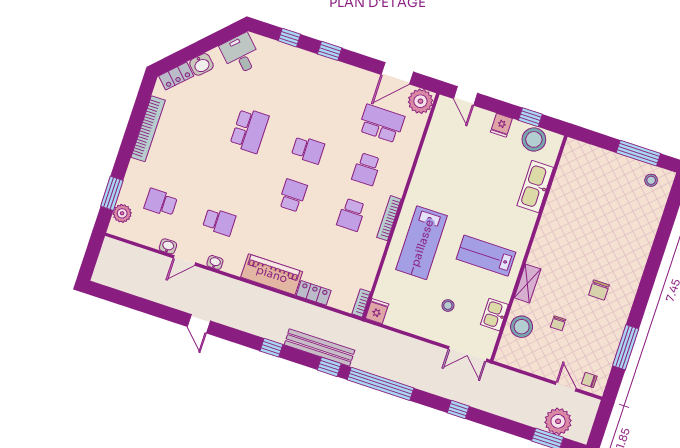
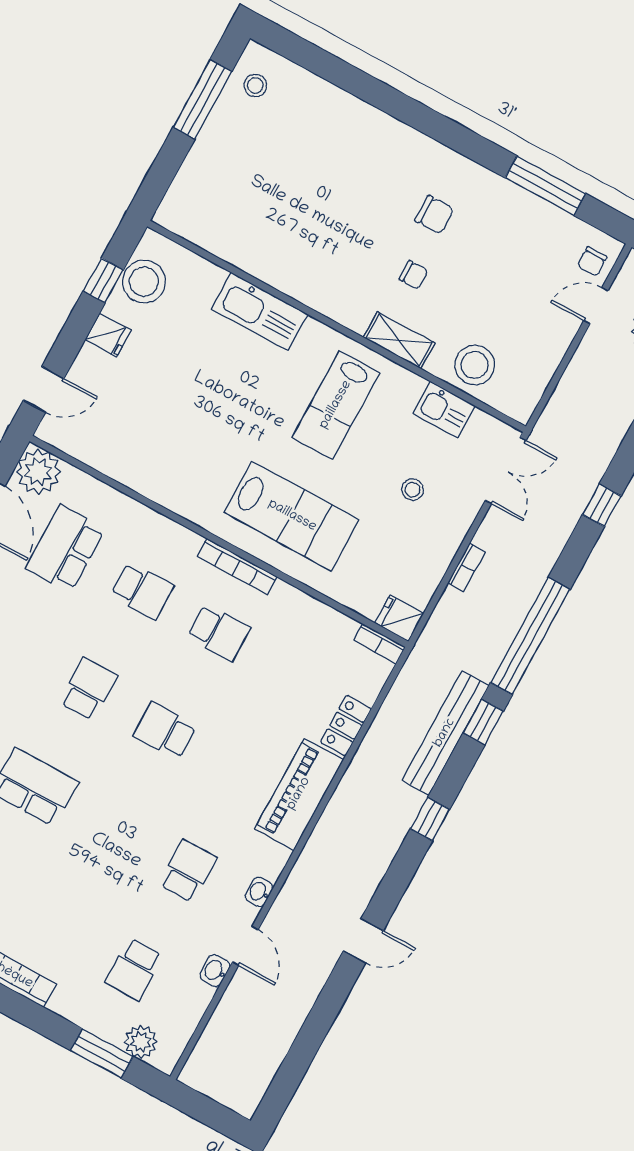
kitchen sink: (535, 187) -> (260, 312), moved
chair: (558, 323) -> (414, 275), moved
bookcase: (411, 342) -> (466, 567), added

